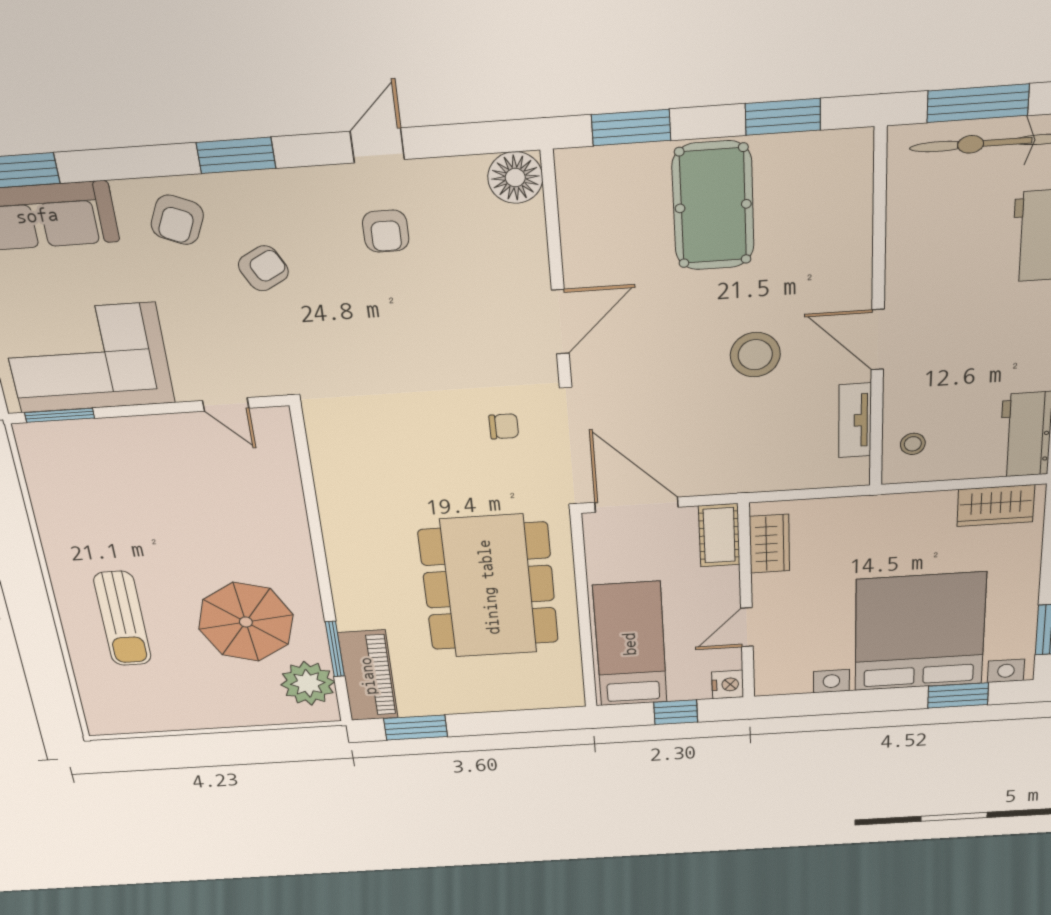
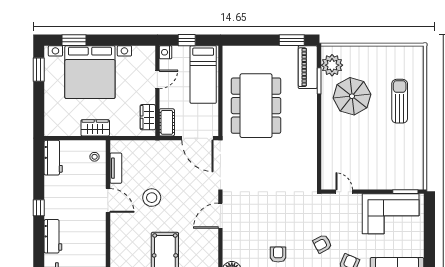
chair: (504, 426) -> (244, 175), removed
wardrobe: (996, 506) -> (95, 128), moved

